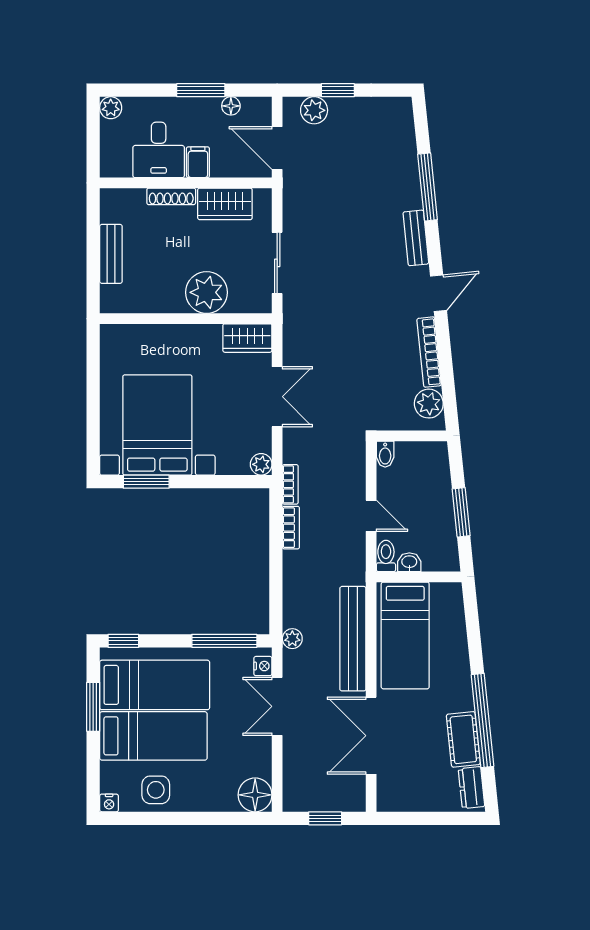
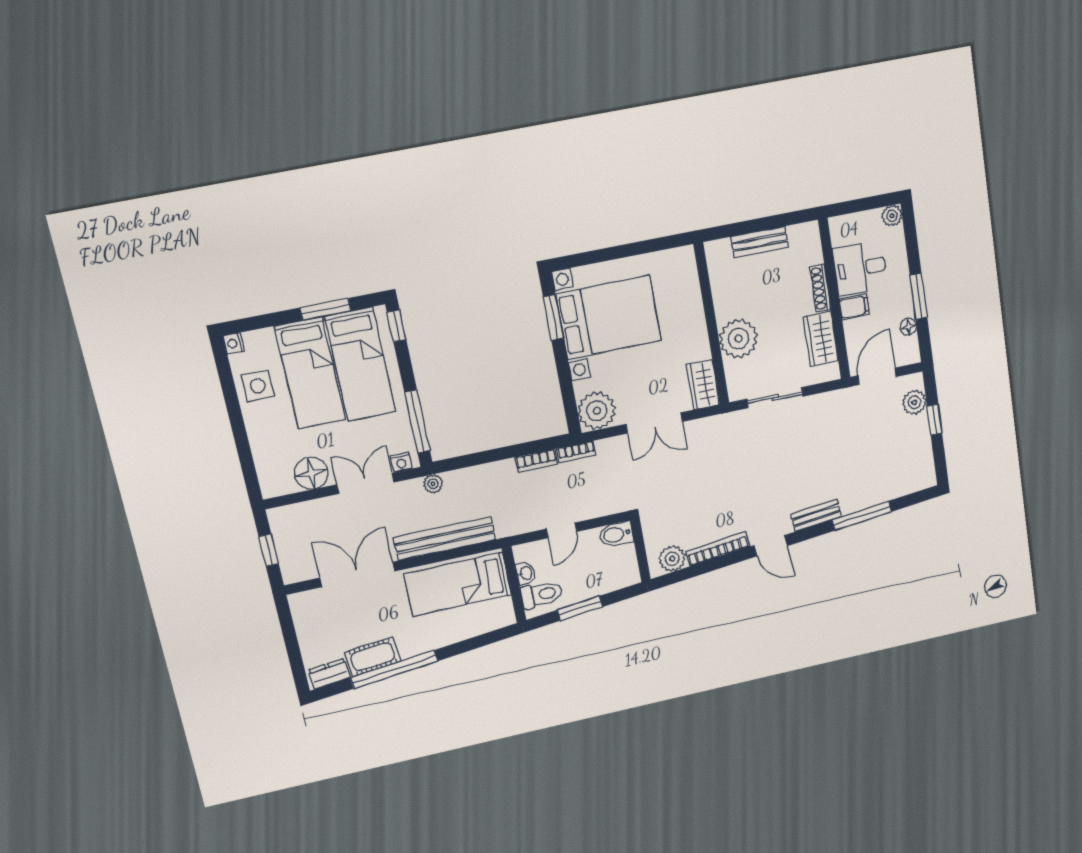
bidet: (385, 454) -> (616, 534), width x1.38, depth x1.36
plant: (261, 464) -> (597, 411), width x1.87, depth x1.87
toilet: (386, 556) -> (542, 594), moved, width x1.37, depth x1.39
floor lamp: (255, 795) -> (311, 473), moved

